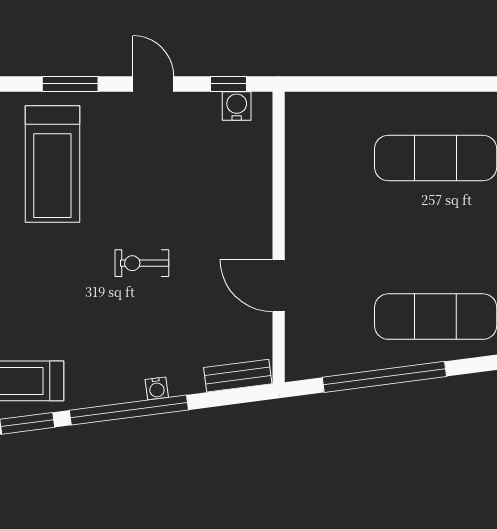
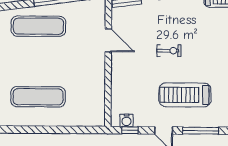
window: (70, 84) -> (201, 131), width x1.44
treadmill: (52, 164) -> (185, 95), moved, turned -90

